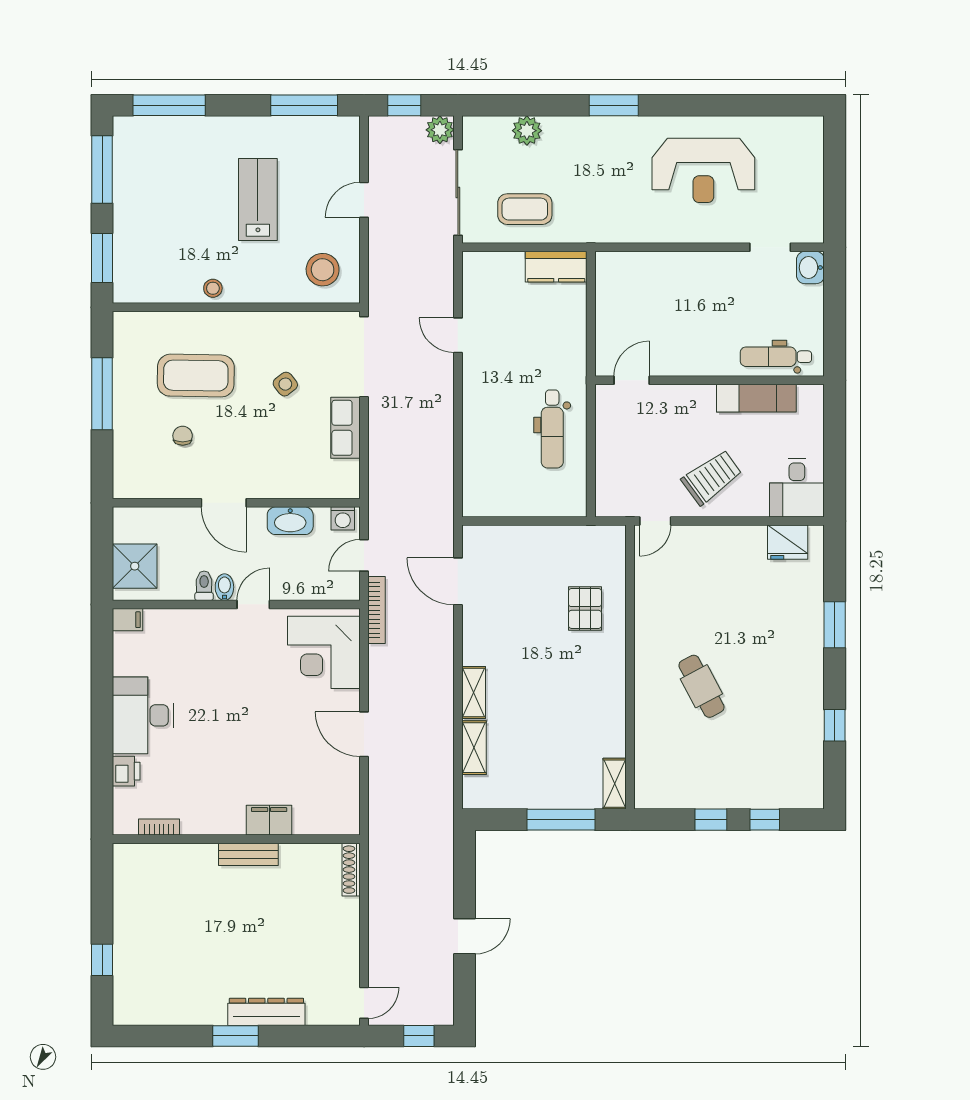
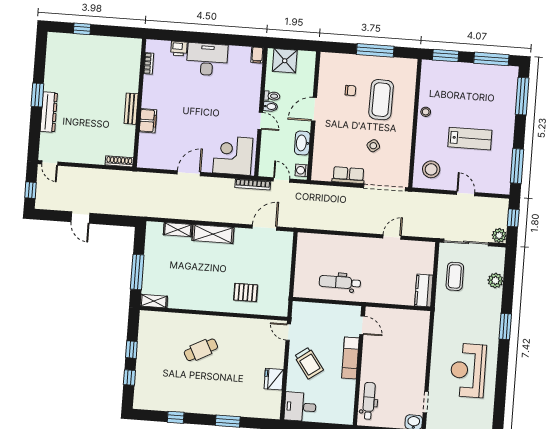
exam couch: (756, 398) -> (350, 358), moved
fridge: (788, 542) -> (274, 379), moved
shelving: (474, 692) -> (213, 234), width x1.50, depth x1.33

